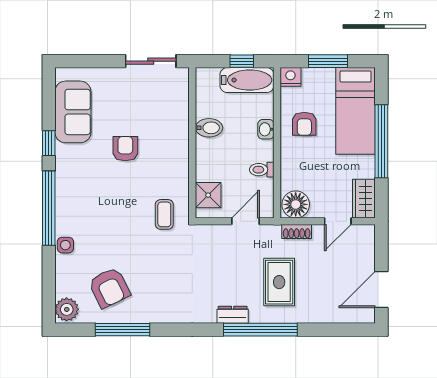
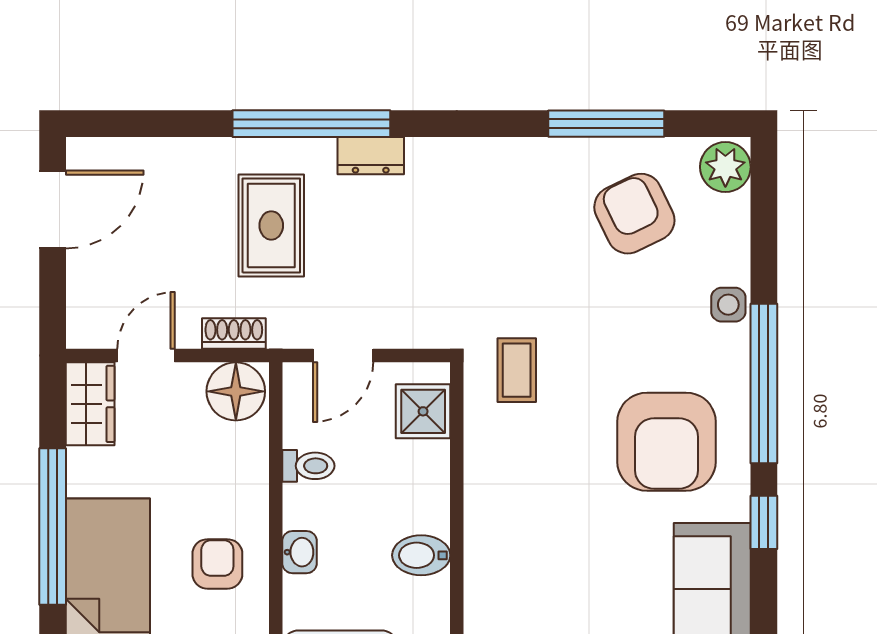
armchair: (125, 149) -> (667, 442), moved, width x1.88, depth x1.88

